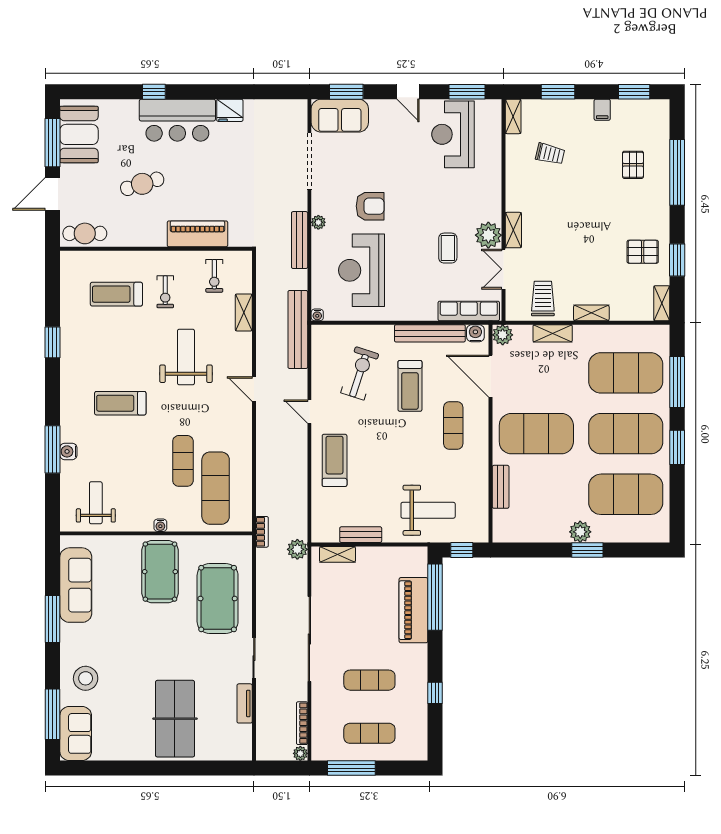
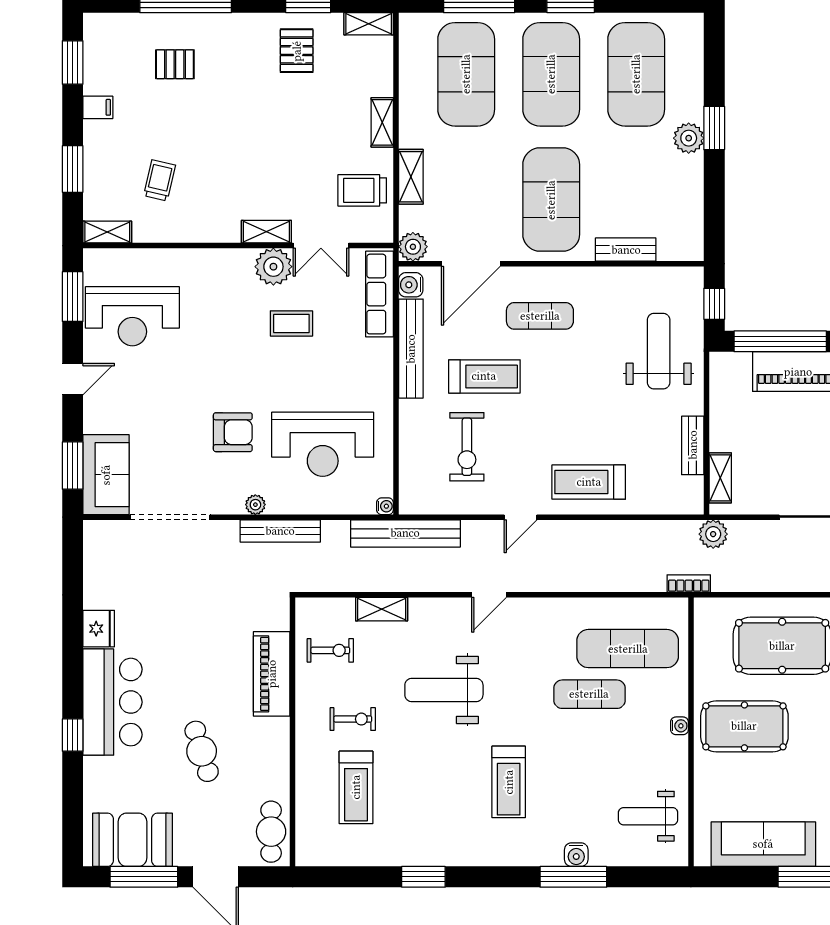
armchair: (370, 206) -> (233, 432), turned 90
exercise bike: (360, 373) -> (467, 447), turned -108

